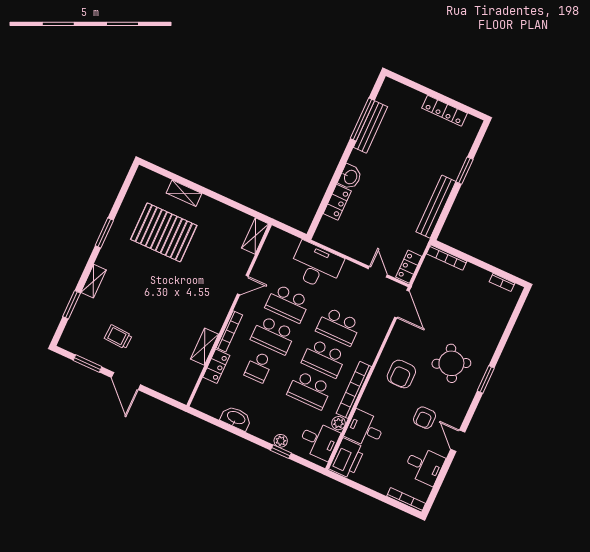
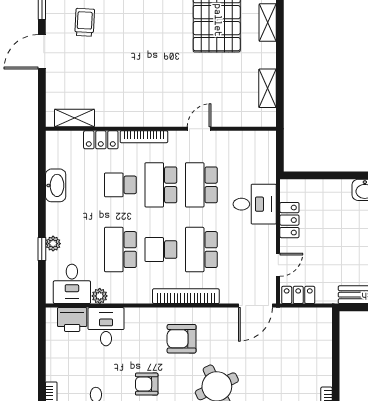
locker: (337, 202) -> (289, 220), moved, turned -90
shelving: (255, 236) -> (268, 88), moved, turned 90
bookcase: (447, 258) -> (326, 330), removed
desk: (316, 266) -> (255, 204), width x0.73
door: (243, 285) -> (199, 129), swing flipped
shelving: (205, 347) -> (74, 118), moved
school desk: (324, 358) -> (161, 250), width x0.54
bookcase: (354, 390) -> (186, 296), moved
printer: (347, 458) -> (72, 320), width x0.73, depth x0.84

